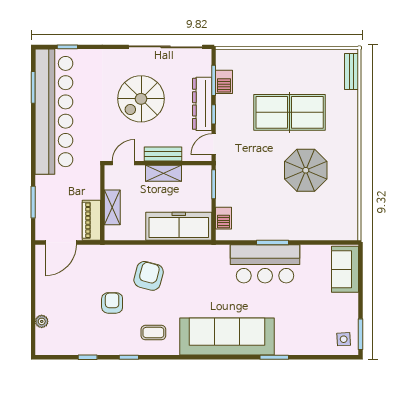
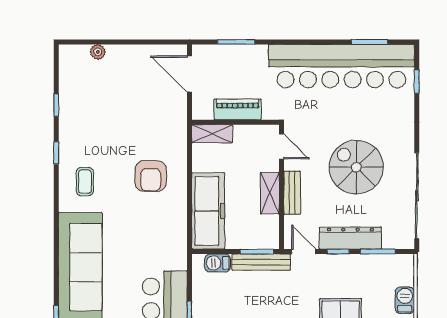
barbecue: (224, 82) -> (405, 300), moved, turned 90
bench: (223, 181) -> (261, 262), added
shelving: (112, 207) -> (212, 134), moved
piano: (91, 220) -> (238, 109), moved
armchair: (149, 276) -> (151, 176), turned 75
armchair: (112, 303) -> (119, 134), removed

